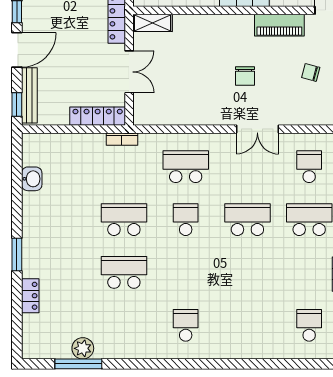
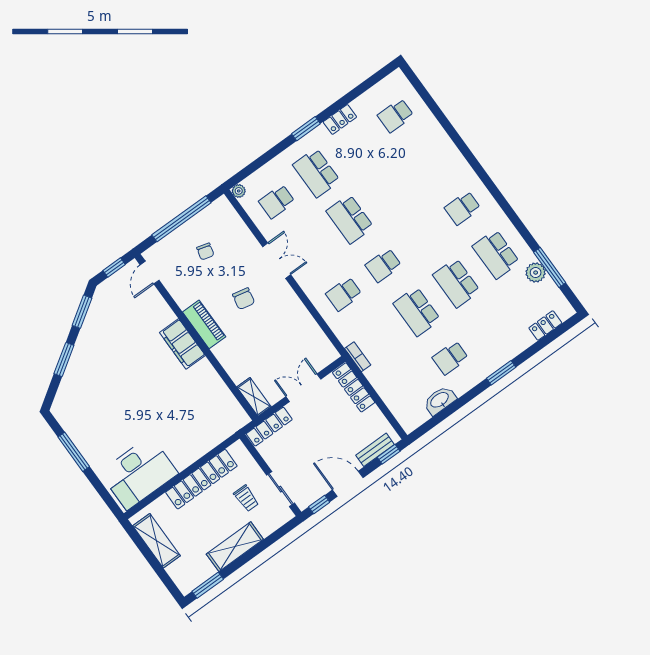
piano: (279, 25) -> (204, 324), moved
chair: (245, 76) -> (244, 299), turned 102
bench: (29, 95) -> (375, 450), width x0.73
school desk: (186, 167) -> (344, 294), width x0.54
washbasin: (32, 179) -> (440, 400), width x1.38
school desk: (62, 220) -> (450, 358), added
locker: (30, 296) -> (545, 326), moved
school desk: (124, 325) -> (496, 254), added

